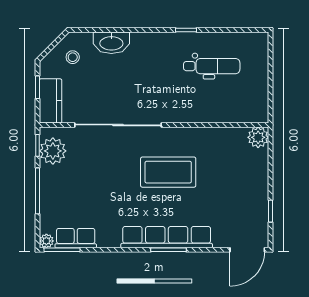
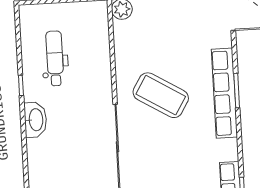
washbasin: (111, 43) -> (35, 120), moved
coffee table: (168, 172) -> (161, 95), turned -59

